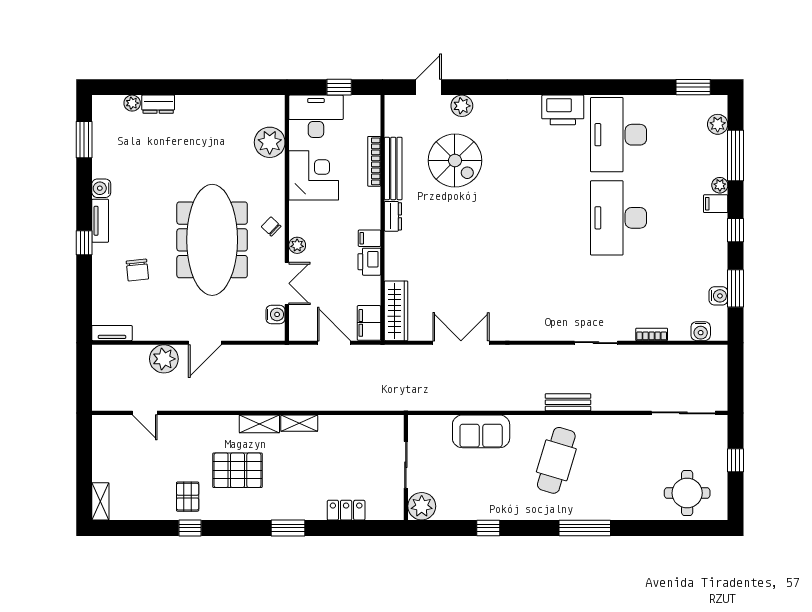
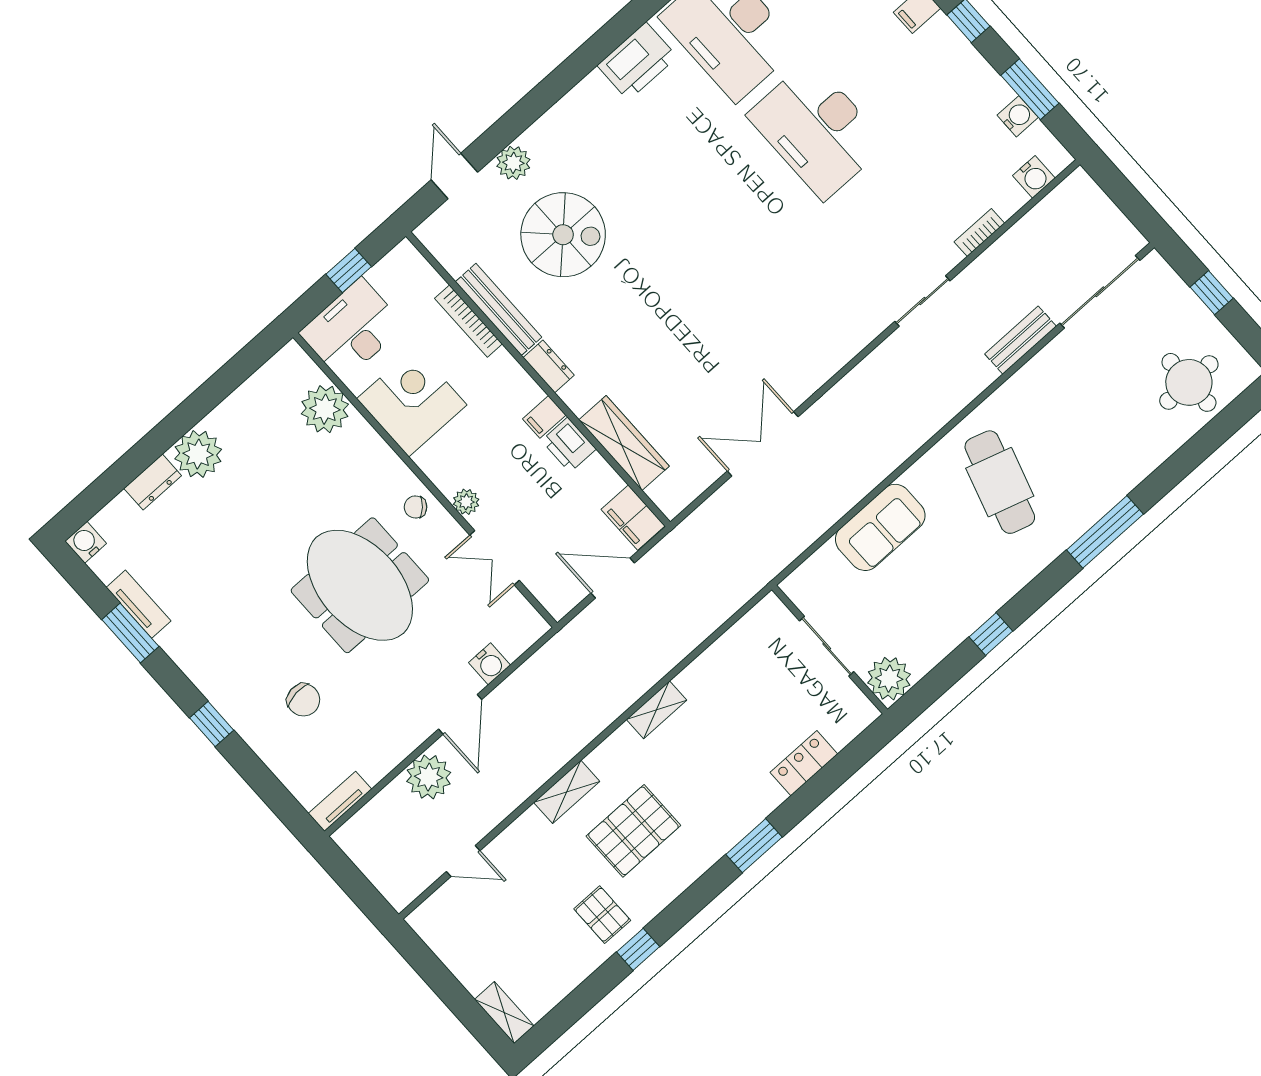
plant: (132, 103) -> (198, 454), moved, width x1.87, depth x1.87
window: (84, 140) -> (130, 633), moved
water cooler: (101, 188) -> (86, 542), moved, turned 90
tv unit: (100, 221) -> (139, 604), moved
meeting table: (212, 240) -> (360, 585), width x0.73
double door: (287, 283) -> (494, 558), swing flipped
wardrobe: (396, 311) -> (624, 443), moved
water cooler: (276, 314) -> (489, 664), moved, turned 90
bench: (568, 402) -> (1021, 340), moved
shelving: (259, 424) -> (567, 792), moved

